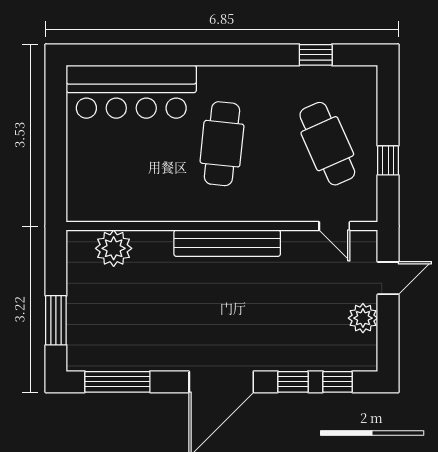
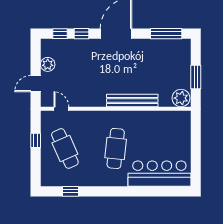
bench: (227, 243) -> (132, 101), moved
plant: (114, 248) -> (181, 98), moved
window: (56, 320) -> (196, 77), moved

